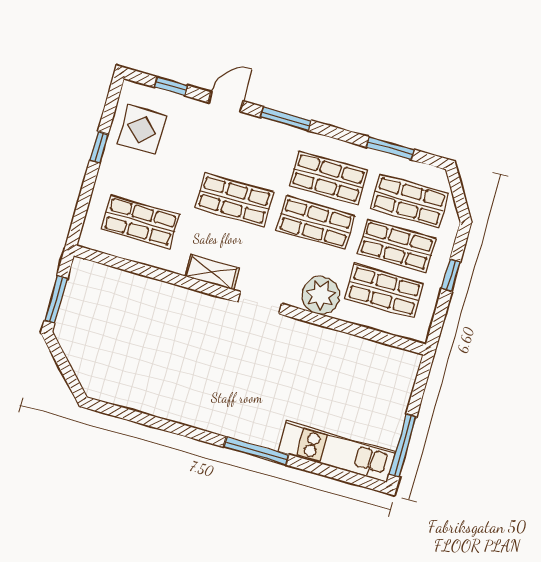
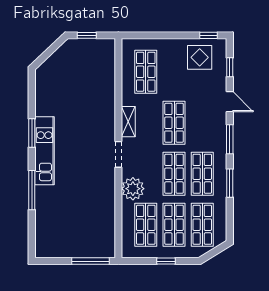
window: (99, 147) -> (208, 35), moved
window: (390, 148) -> (230, 183), moved
window: (56, 300) -> (87, 35), width x0.67
window: (187, 431) -> (32, 133), added
window: (403, 445) -> (91, 261), moved
window: (256, 451) -> (32, 190), moved
kitchen unit: (337, 452) -> (45, 151), moved

